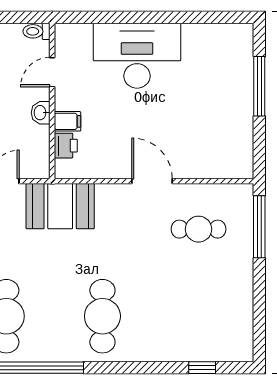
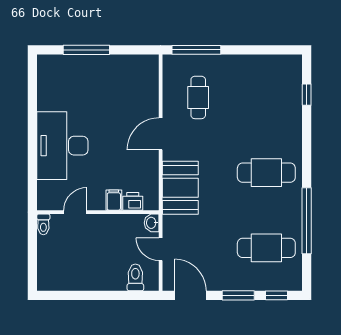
door: (52, 72) -> (75, 212), swing flipped
washbasin: (41, 113) -> (152, 223), moved, turned 90
booth: (60, 206) -> (180, 188), moved

